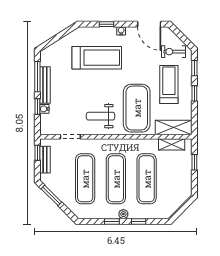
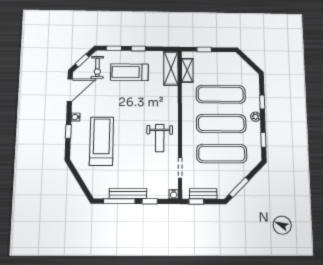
window: (181, 36) -> (82, 60), added
exercise mat: (137, 108) -> (152, 103), removed
water cooler: (44, 109) -> (174, 194), moved
window: (112, 222) -> (263, 140), moved

